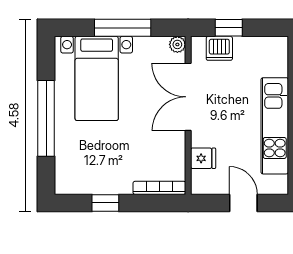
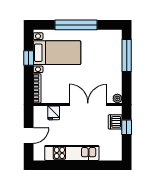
window: (123, 28) -> (127, 56), moved
bed with nightstands: (97, 78) -> (57, 53), moved, turned 180

